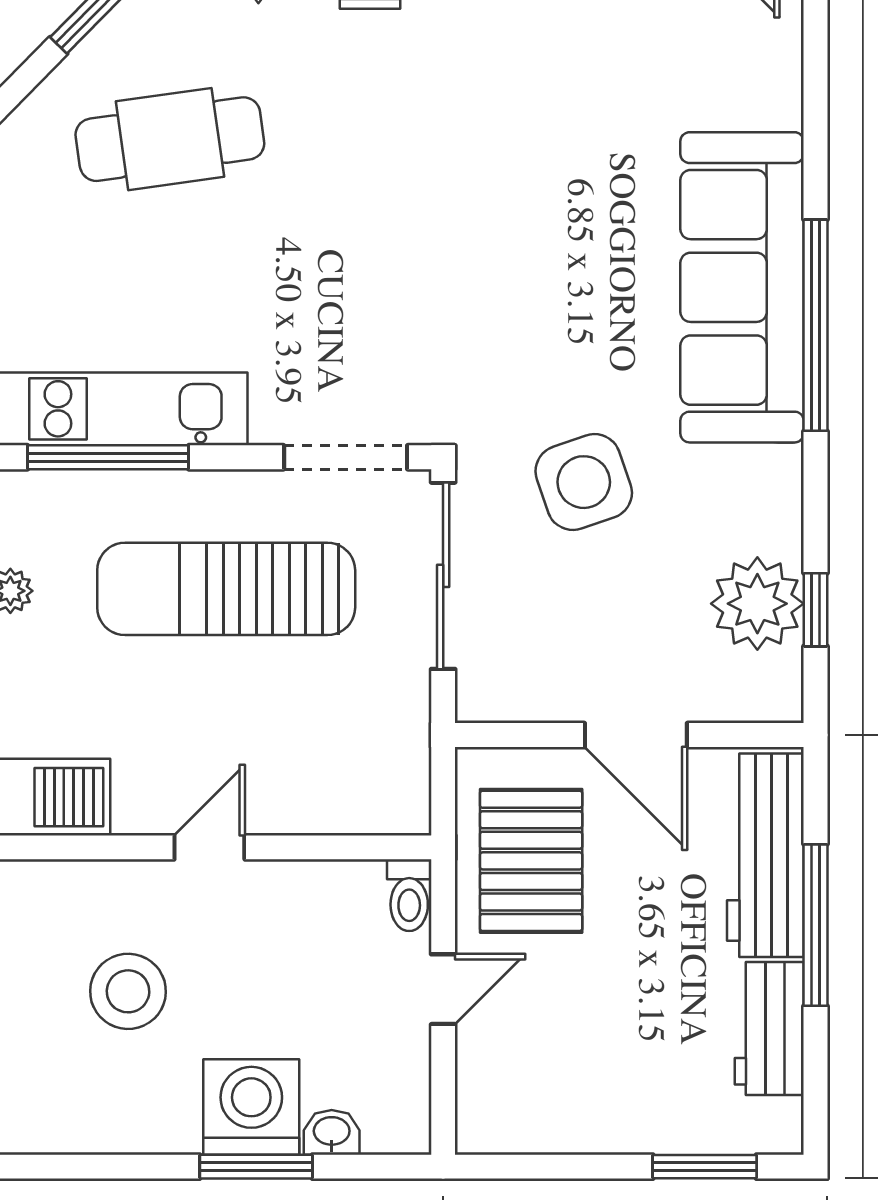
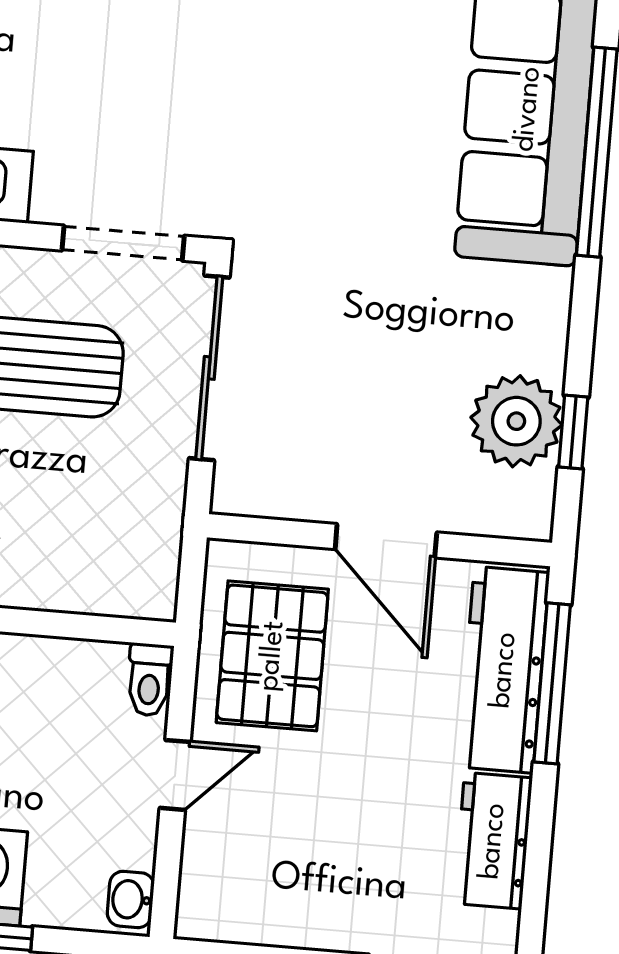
side table: (584, 482) -> (356, 287), removed
window: (816, 925) -> (552, 683), moved
washbasin: (332, 1132) -> (131, 899), moved, turned -90

